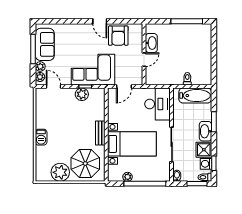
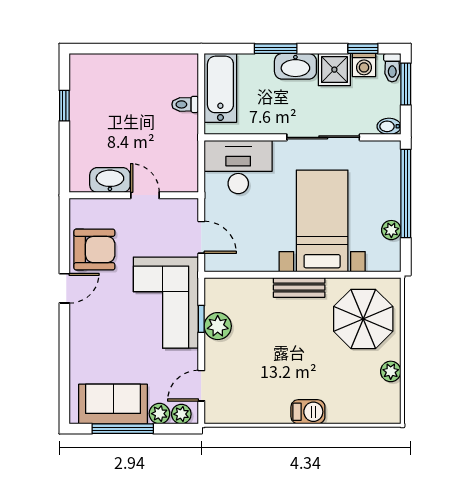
window: (187, 21) -> (64, 106), width x0.46
plant: (60, 172) -> (391, 371), width x0.53, depth x0.53

